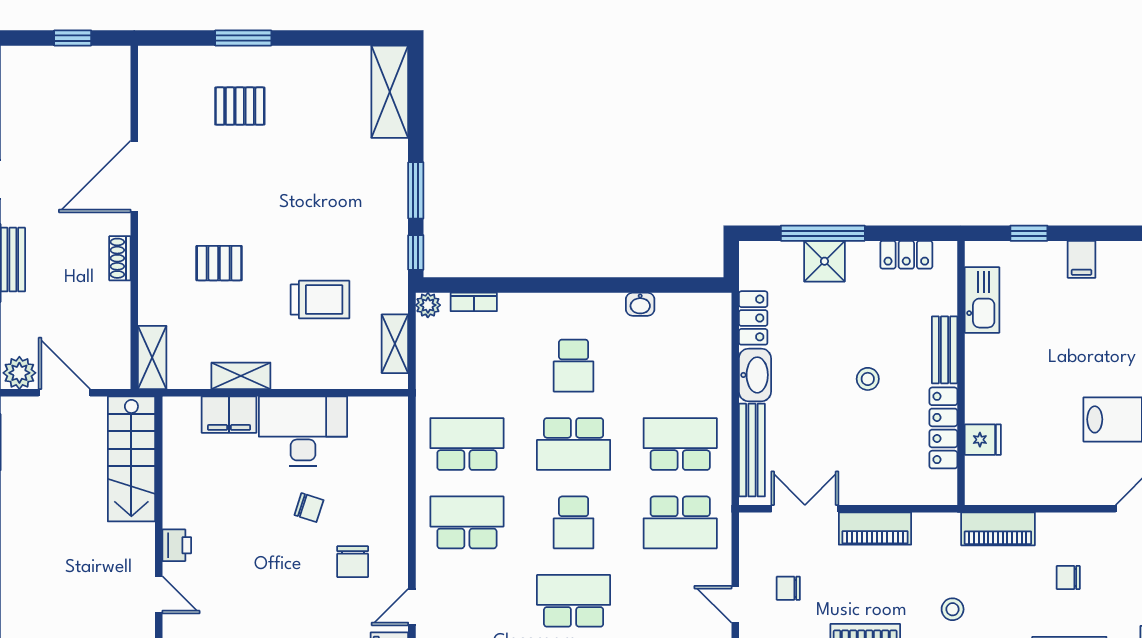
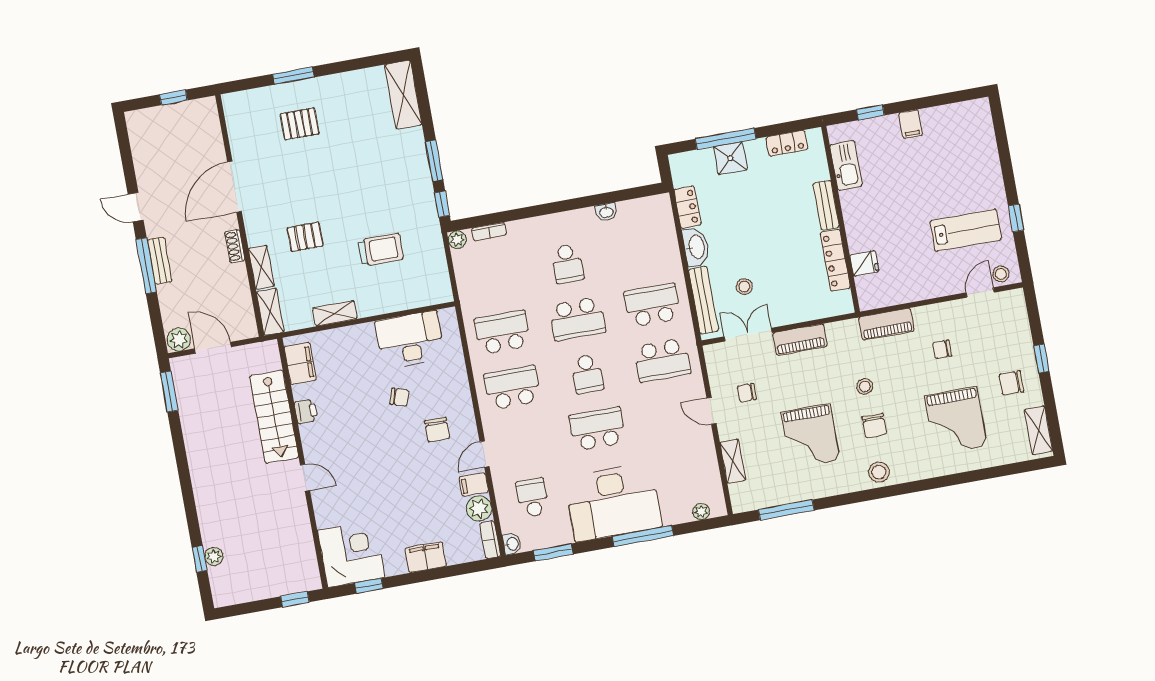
shelving: (395, 344) -> (261, 267), moved
stool: (868, 379) -> (744, 287), moved
filing cabinet: (229, 415) -> (300, 363), moved, turned -90
desk: (303, 431) -> (410, 340), moved
stairs: (131, 459) -> (274, 417), moved
printer: (177, 545) -> (306, 411), moved

